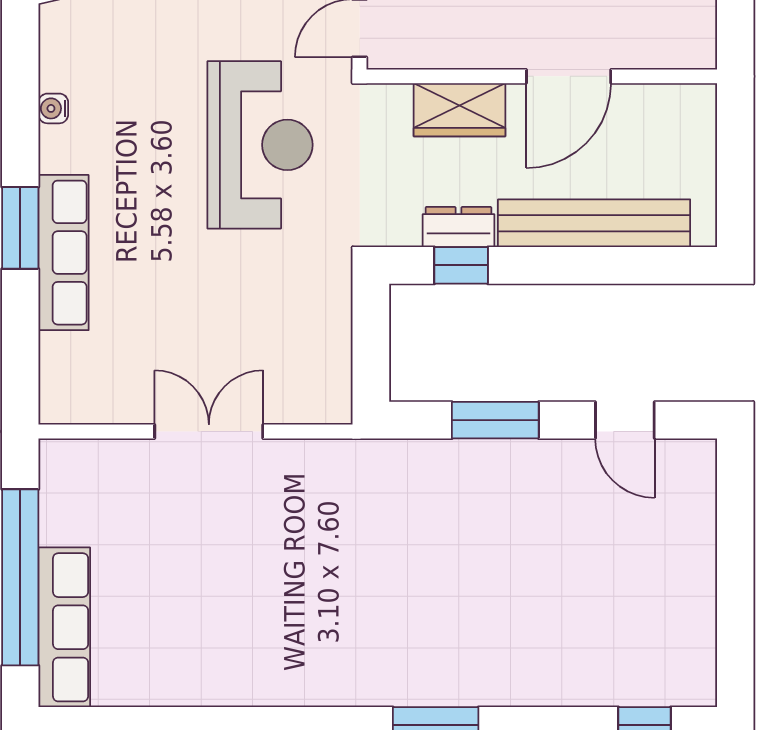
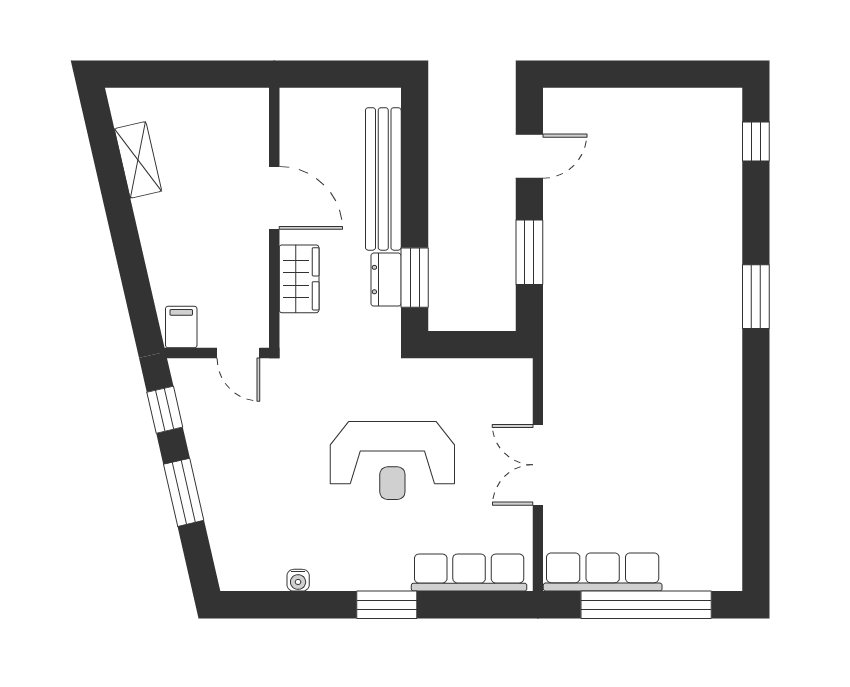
reception desk: (260, 145) -> (392, 460), moved, turned 180
row of seats: (64, 253) -> (469, 573), moved
window: (461, 265) -> (415, 278), width x1.50
row of seats: (64, 627) -> (603, 572), moved

